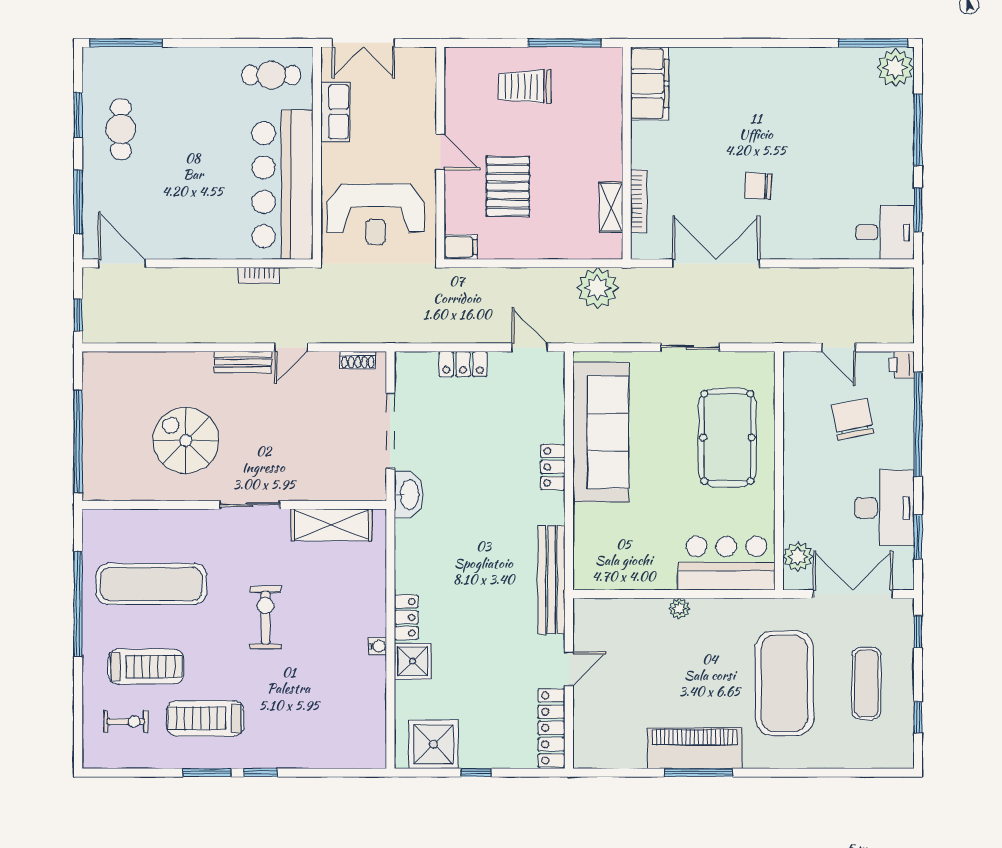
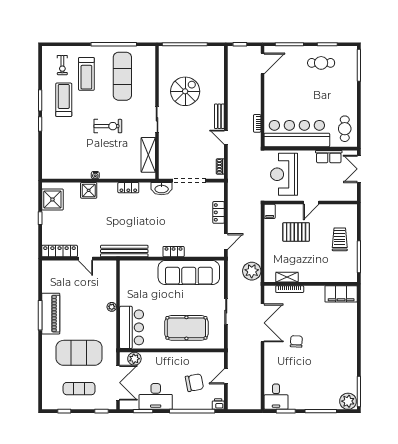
locker: (406, 617) -> (128, 188), moved

